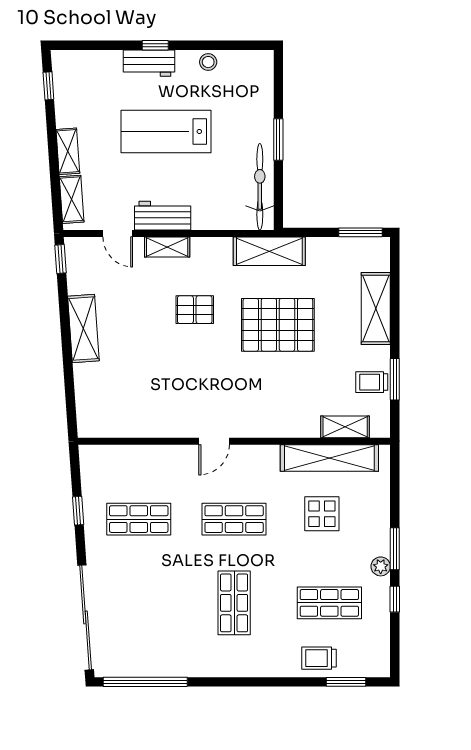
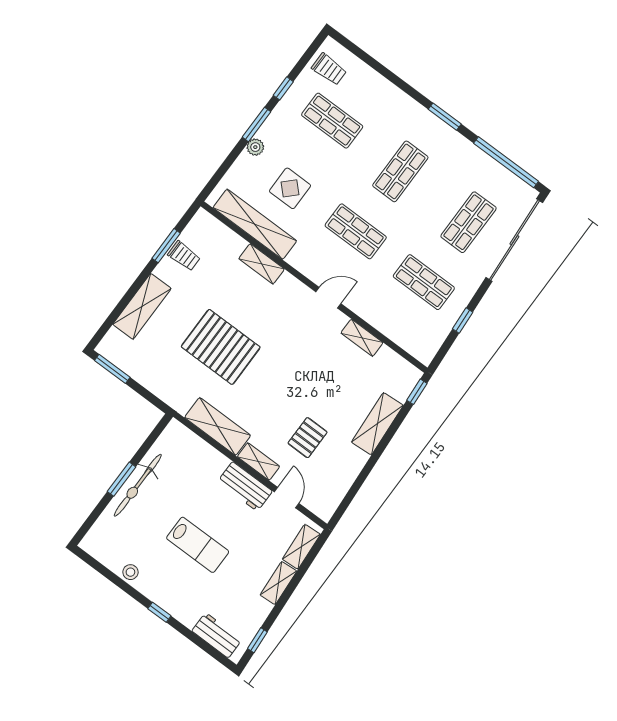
workbench: (149, 63) -> (217, 635), moved
lab bench: (166, 131) -> (198, 545), width x0.73, depth x0.72
bicycle: (260, 187) -> (138, 485), moved
shelving: (269, 251) -> (218, 426), moved
window: (61, 259) -> (417, 392), moved
pallet: (195, 310) -> (308, 438), moved, turned 90
shelving: (83, 329) -> (377, 424), moved
shelving: (345, 427) -> (262, 264), moved
shelving: (157, 428) -> (362, 338), added
plant: (381, 566) -> (255, 147), moved
shop shelf: (139, 603) -> (468, 222), added
trolley: (319, 658) -> (329, 69), moved
window: (346, 682) -> (445, 117), moved

